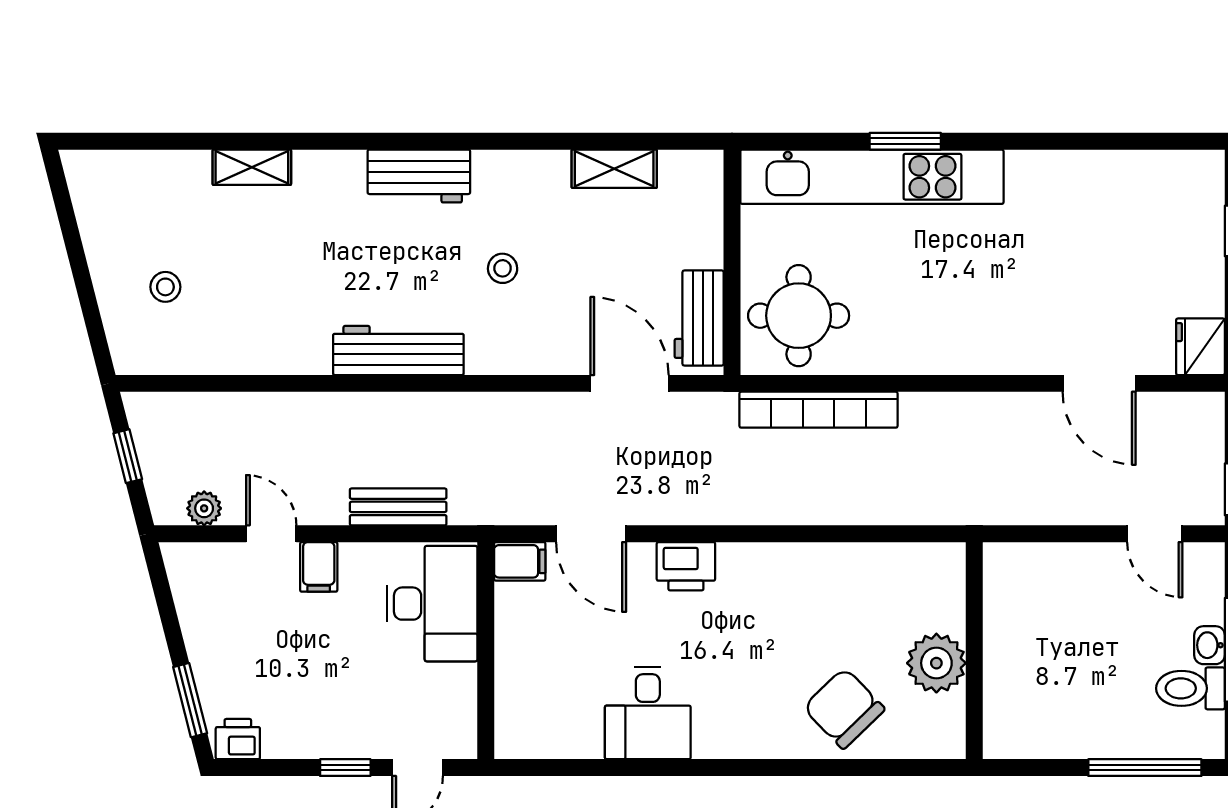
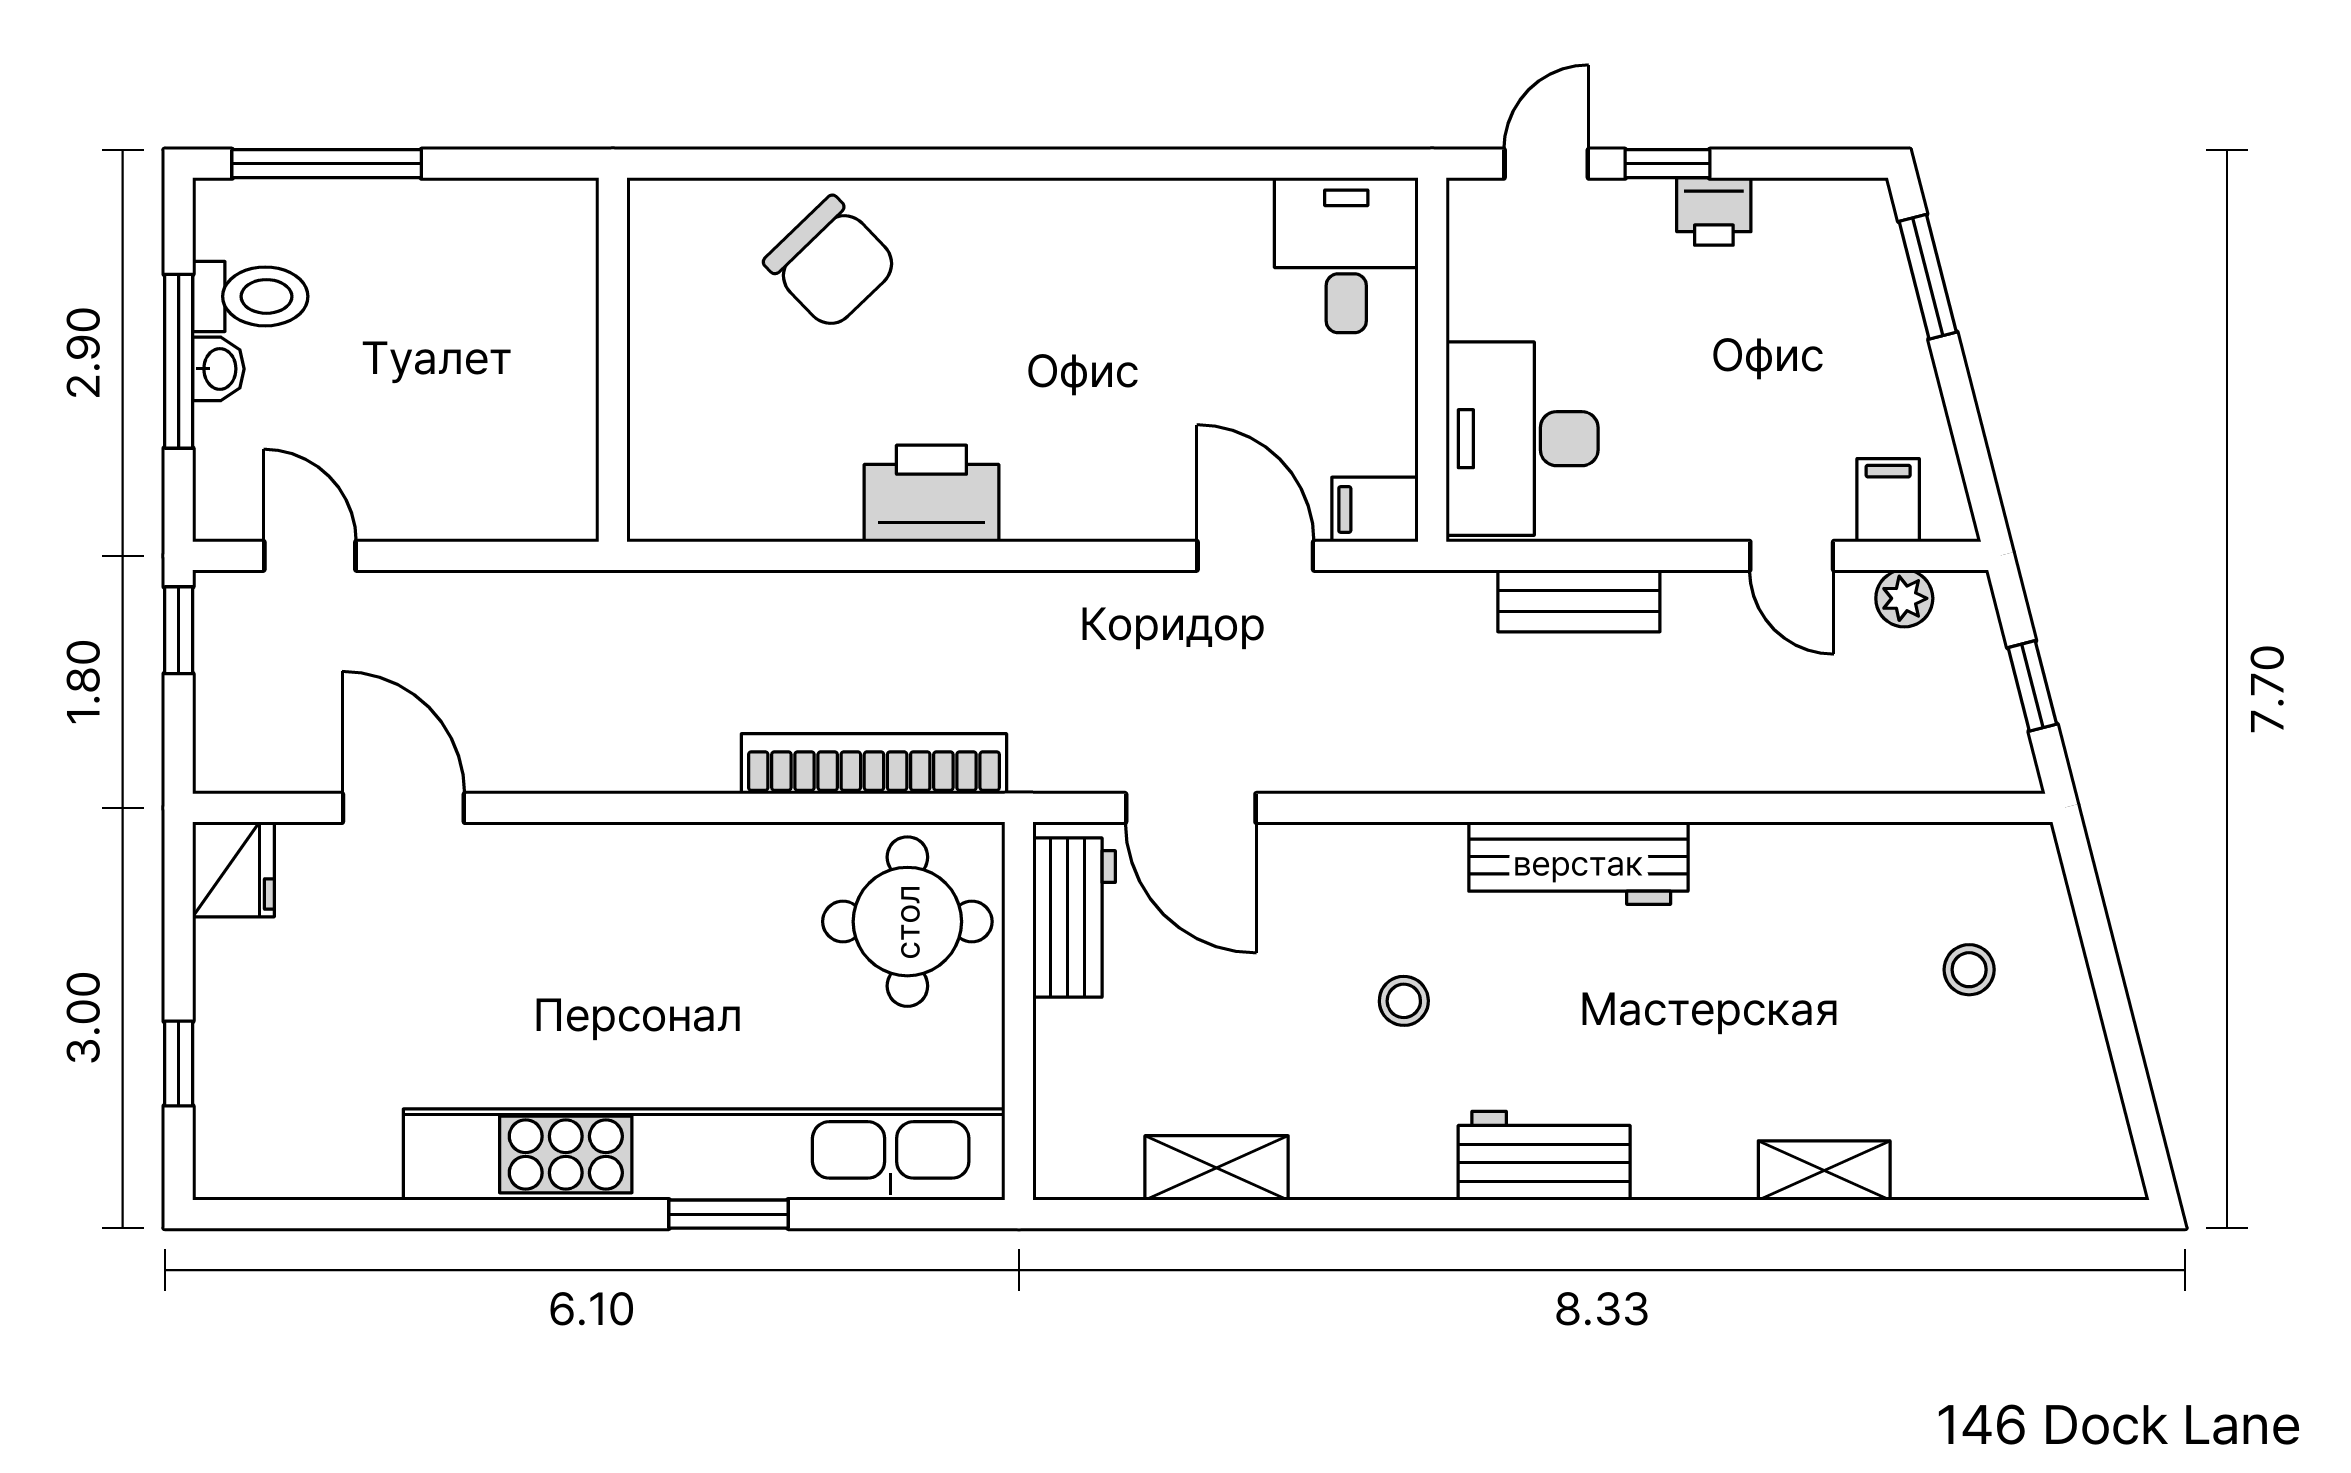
kitchen unit: (872, 177) -> (704, 1154), width x1.36
printer: (686, 566) -> (931, 493), moved, width x1.37, depth x1.19
filing cabinet: (319, 567) -> (1888, 500), moved
plant: (936, 663) -> (676, 339), removed
desk: (648, 713) -> (1346, 255), moved
printer: (238, 739) -> (1714, 211), moved

